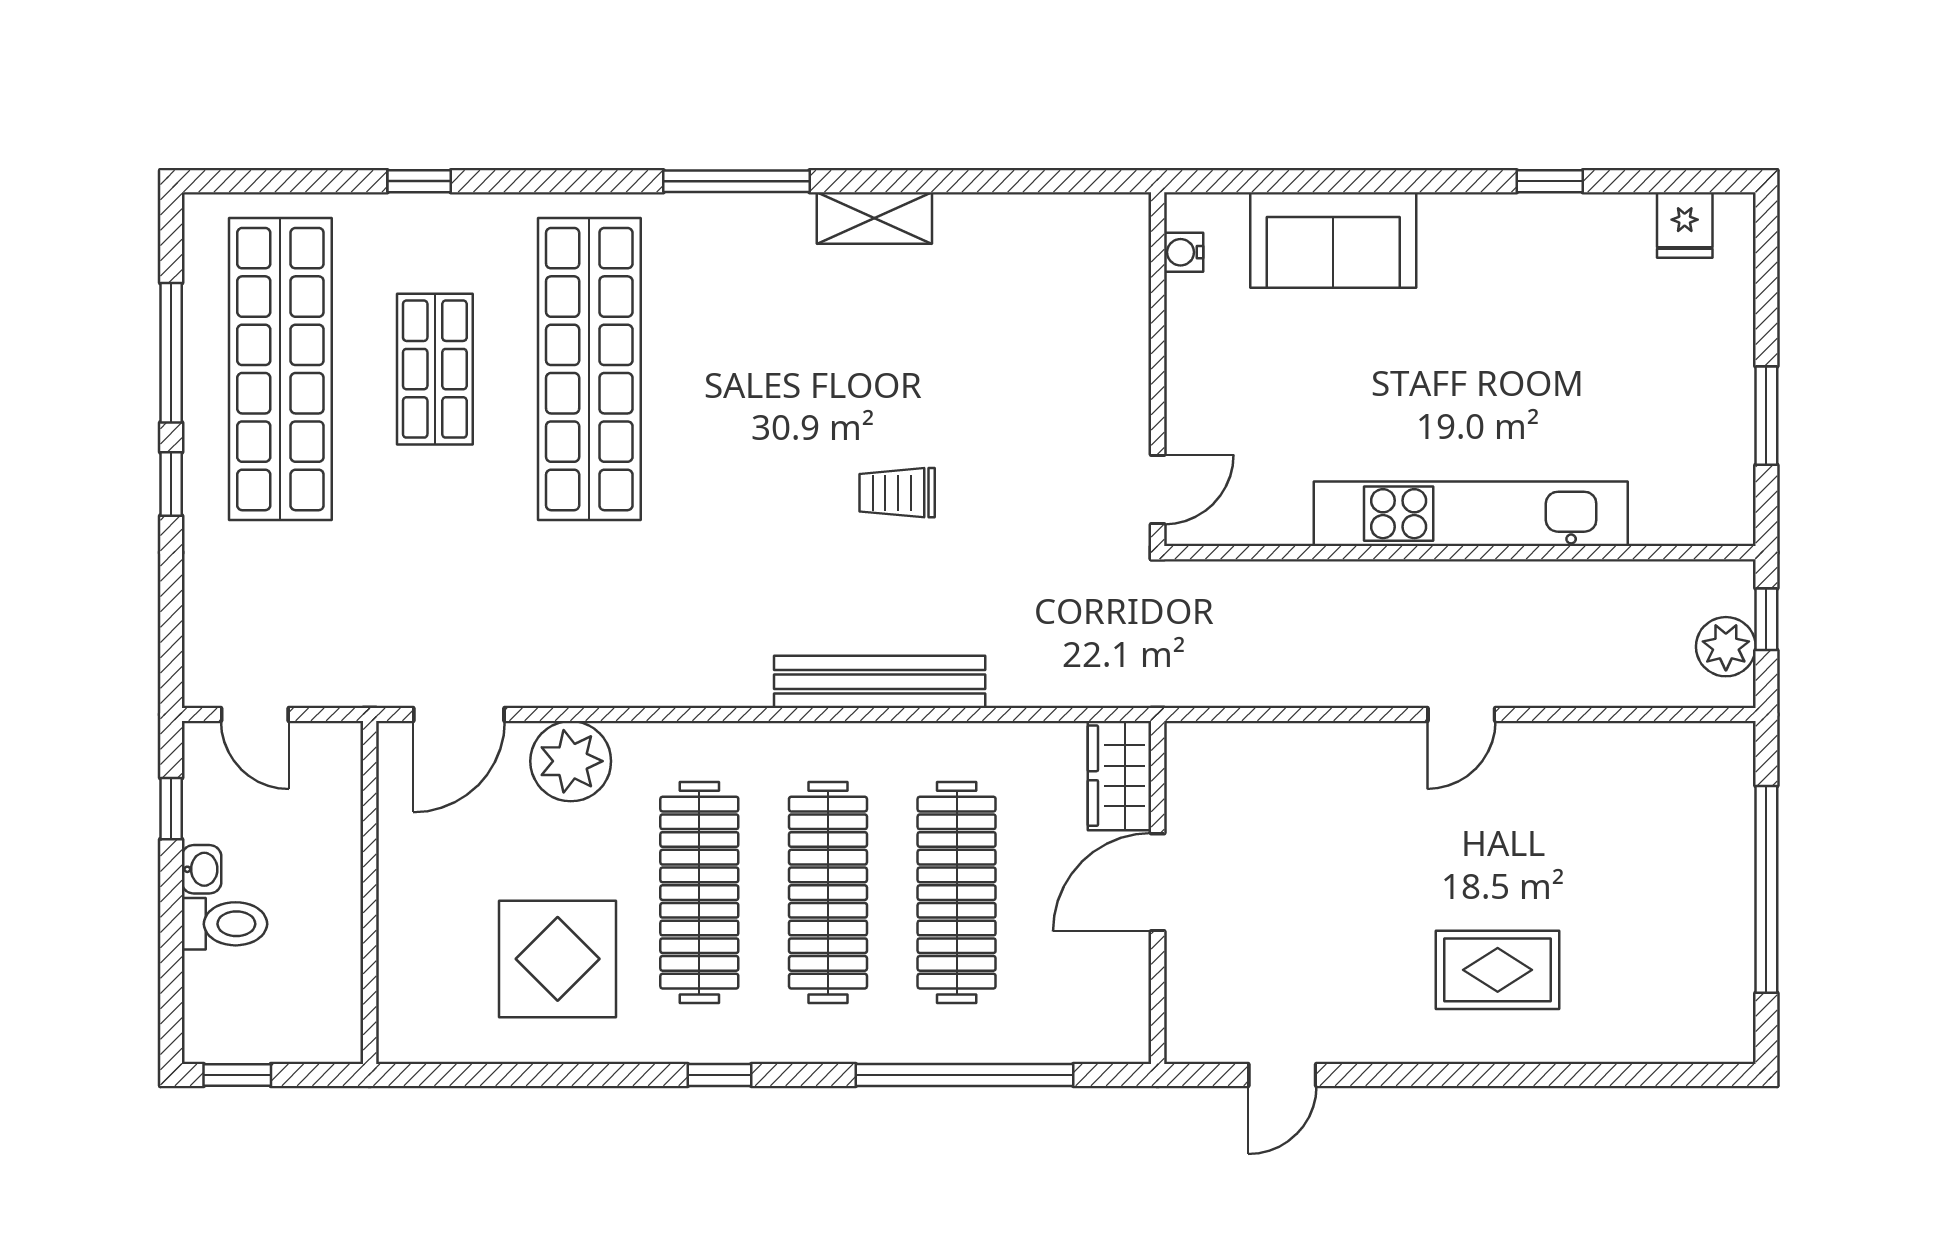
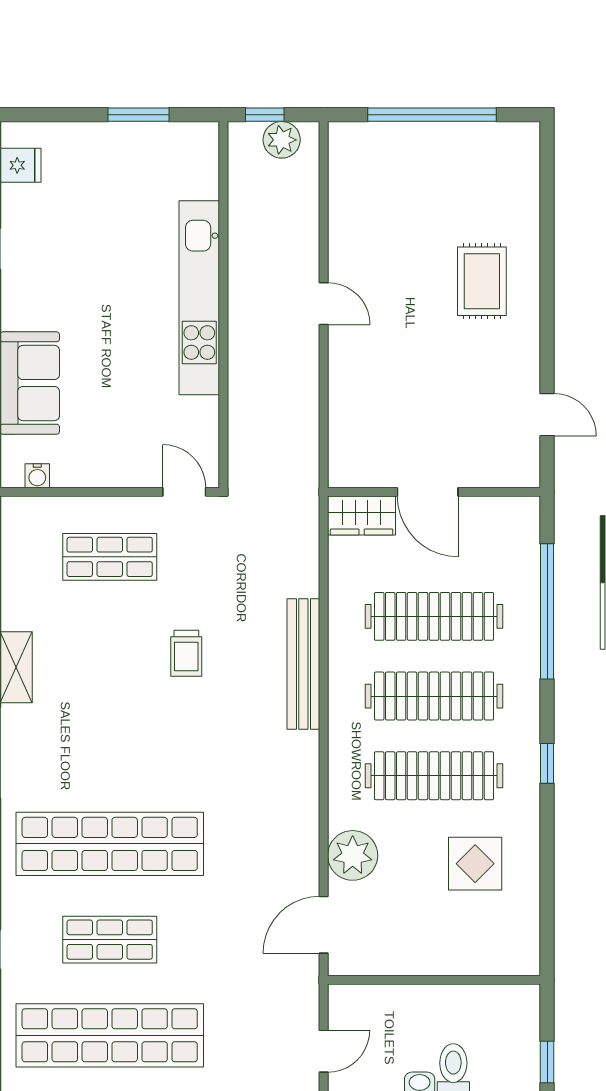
shop shelf: (1053, 369) -> (110, 557), added
door: (459, 714) -> (324, 925), swing flipped
display table: (558, 959) -> (475, 864), width x0.73, depth x0.73

